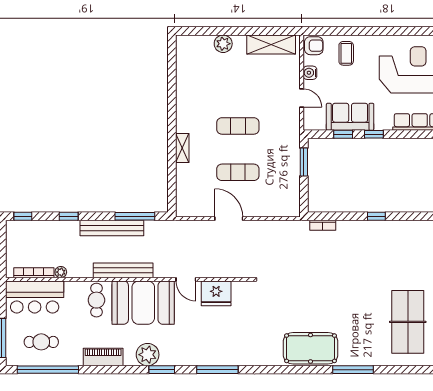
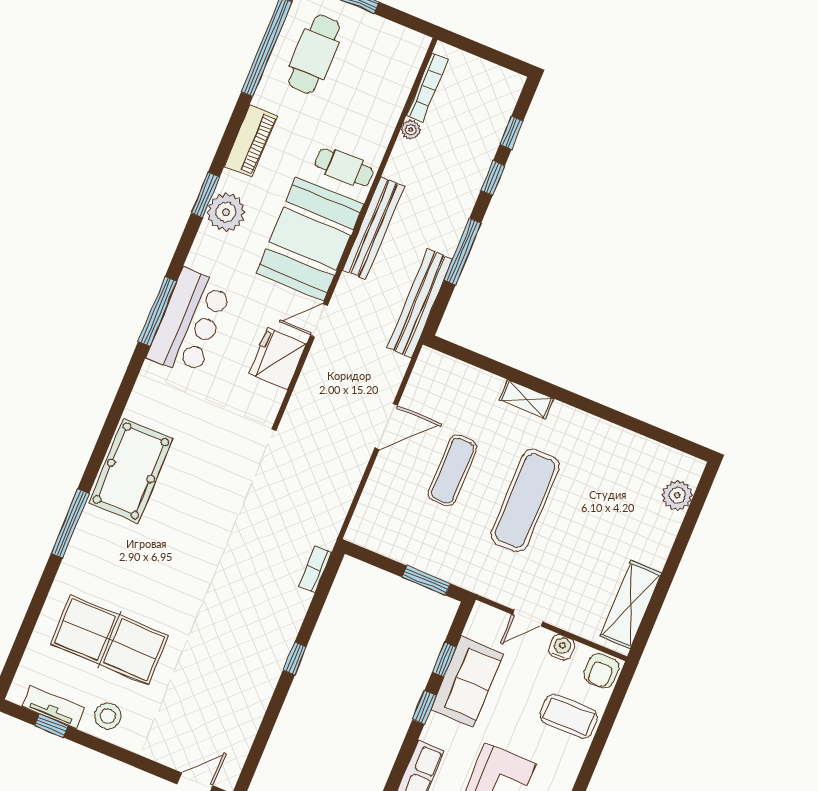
plant: (223, 44) -> (677, 495), moved
coffee table: (346, 53) -> (569, 716), width x1.36, depth x1.30
exercise mat: (238, 126) -> (525, 500), width x1.36, depth x1.45
window: (23, 216) -> (511, 133), moved
window: (135, 216) -> (463, 251), moved
bench: (112, 228) -> (420, 303), moved
bar counter: (35, 297) -> (189, 322), moved, turned 180
cafe table: (41, 342) -> (314, 54), width x1.37, depth x1.35
window: (162, 370) -> (205, 195), moved

